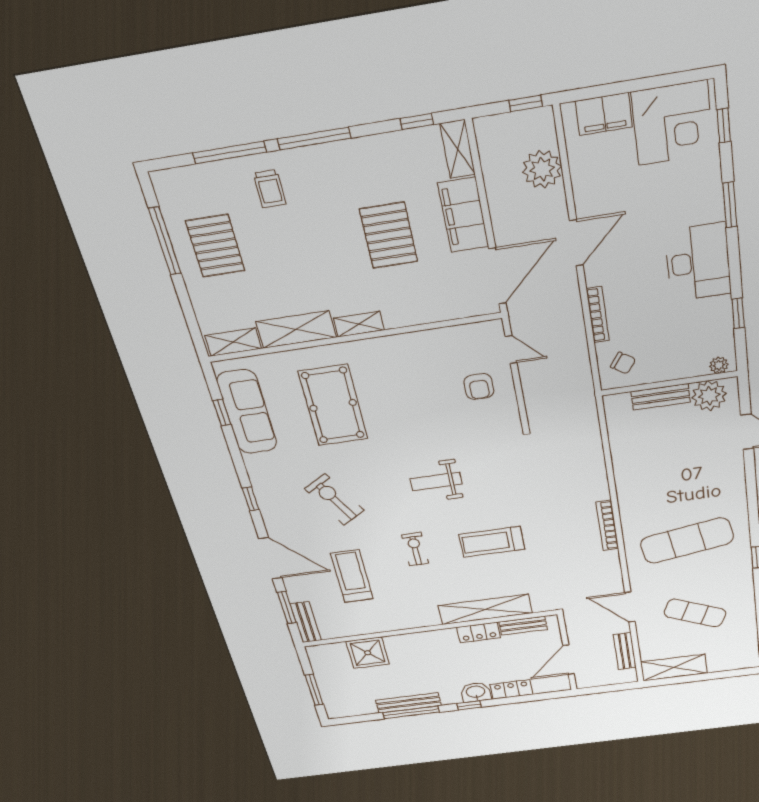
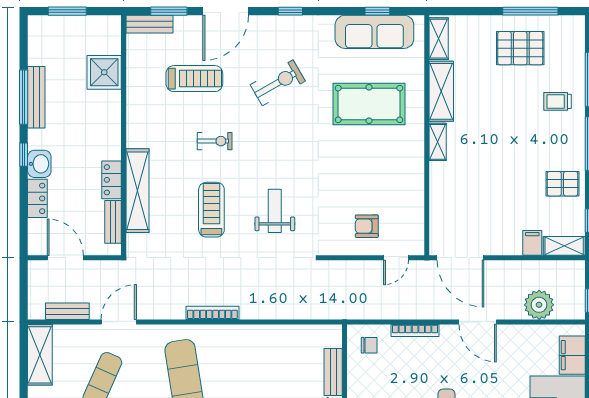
filing cabinet: (463, 215) -> (532, 243), width x0.33, depth x0.86
pallet: (389, 235) -> (562, 184), moved, width x0.67, depth x0.71
chair: (623, 363) -> (369, 345), turned -125
weight bench: (436, 481) -> (275, 211), moved

